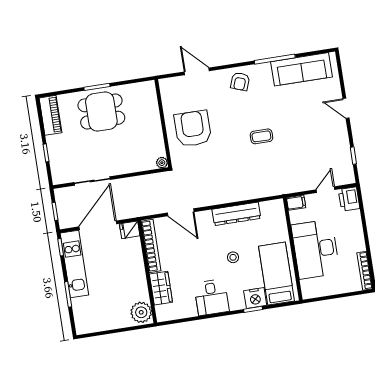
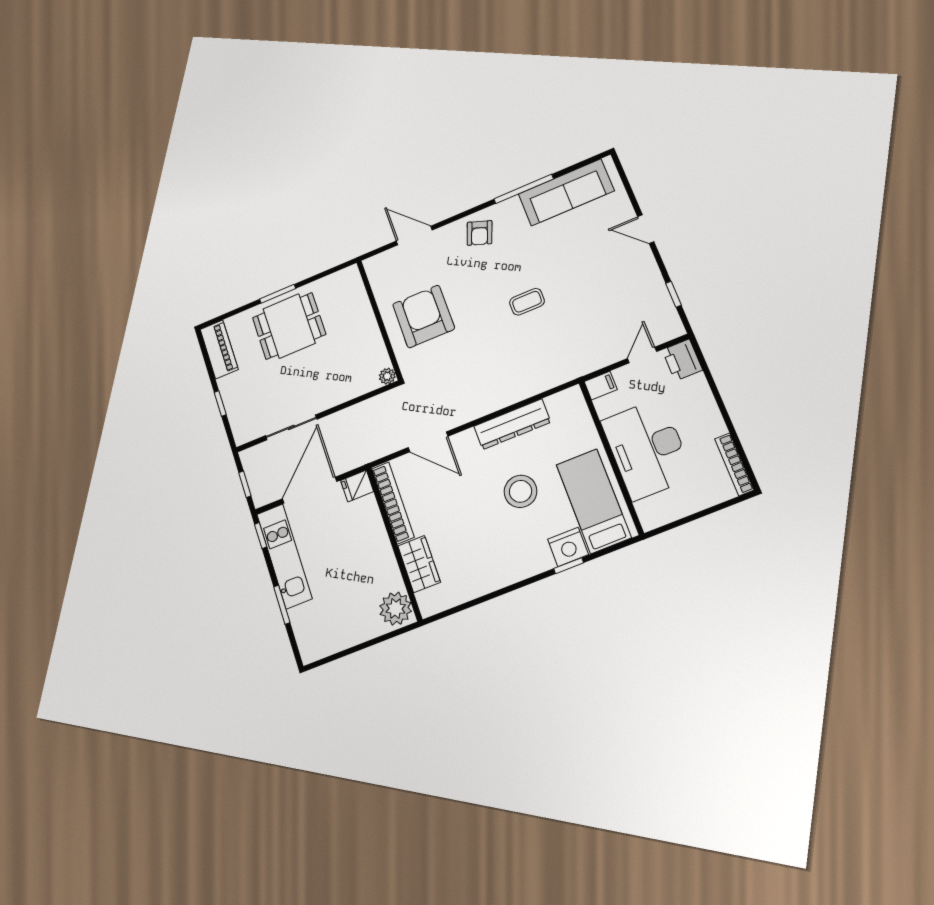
stool: (233, 257) -> (521, 491), width x1.89, depth x1.89
desk: (212, 297) -> (499, 561), removed

